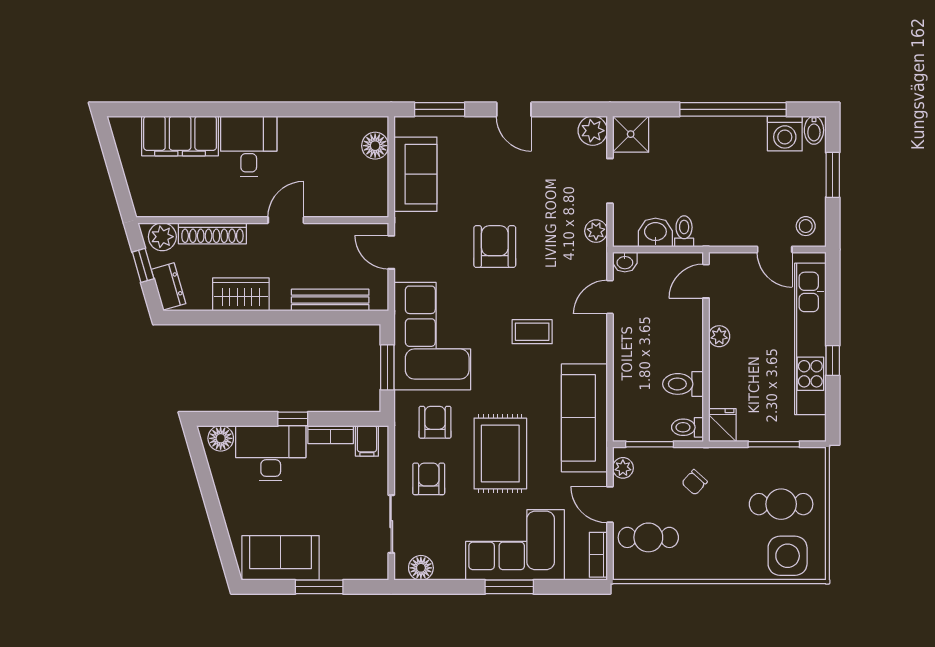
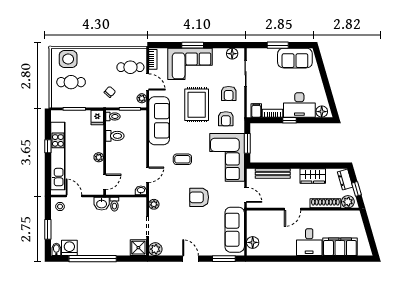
sofa: (415, 174) -> (235, 230), width x1.36
washbasin: (655, 232) -> (102, 204), moved
armchair: (495, 247) -> (199, 197), turned 90

